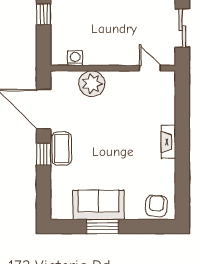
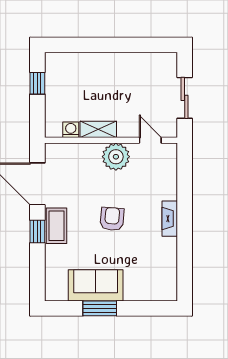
shelving: (101, 58) -> (98, 129), added
plant: (92, 84) -> (116, 157), moved
armchair: (156, 206) -> (112, 219), moved

